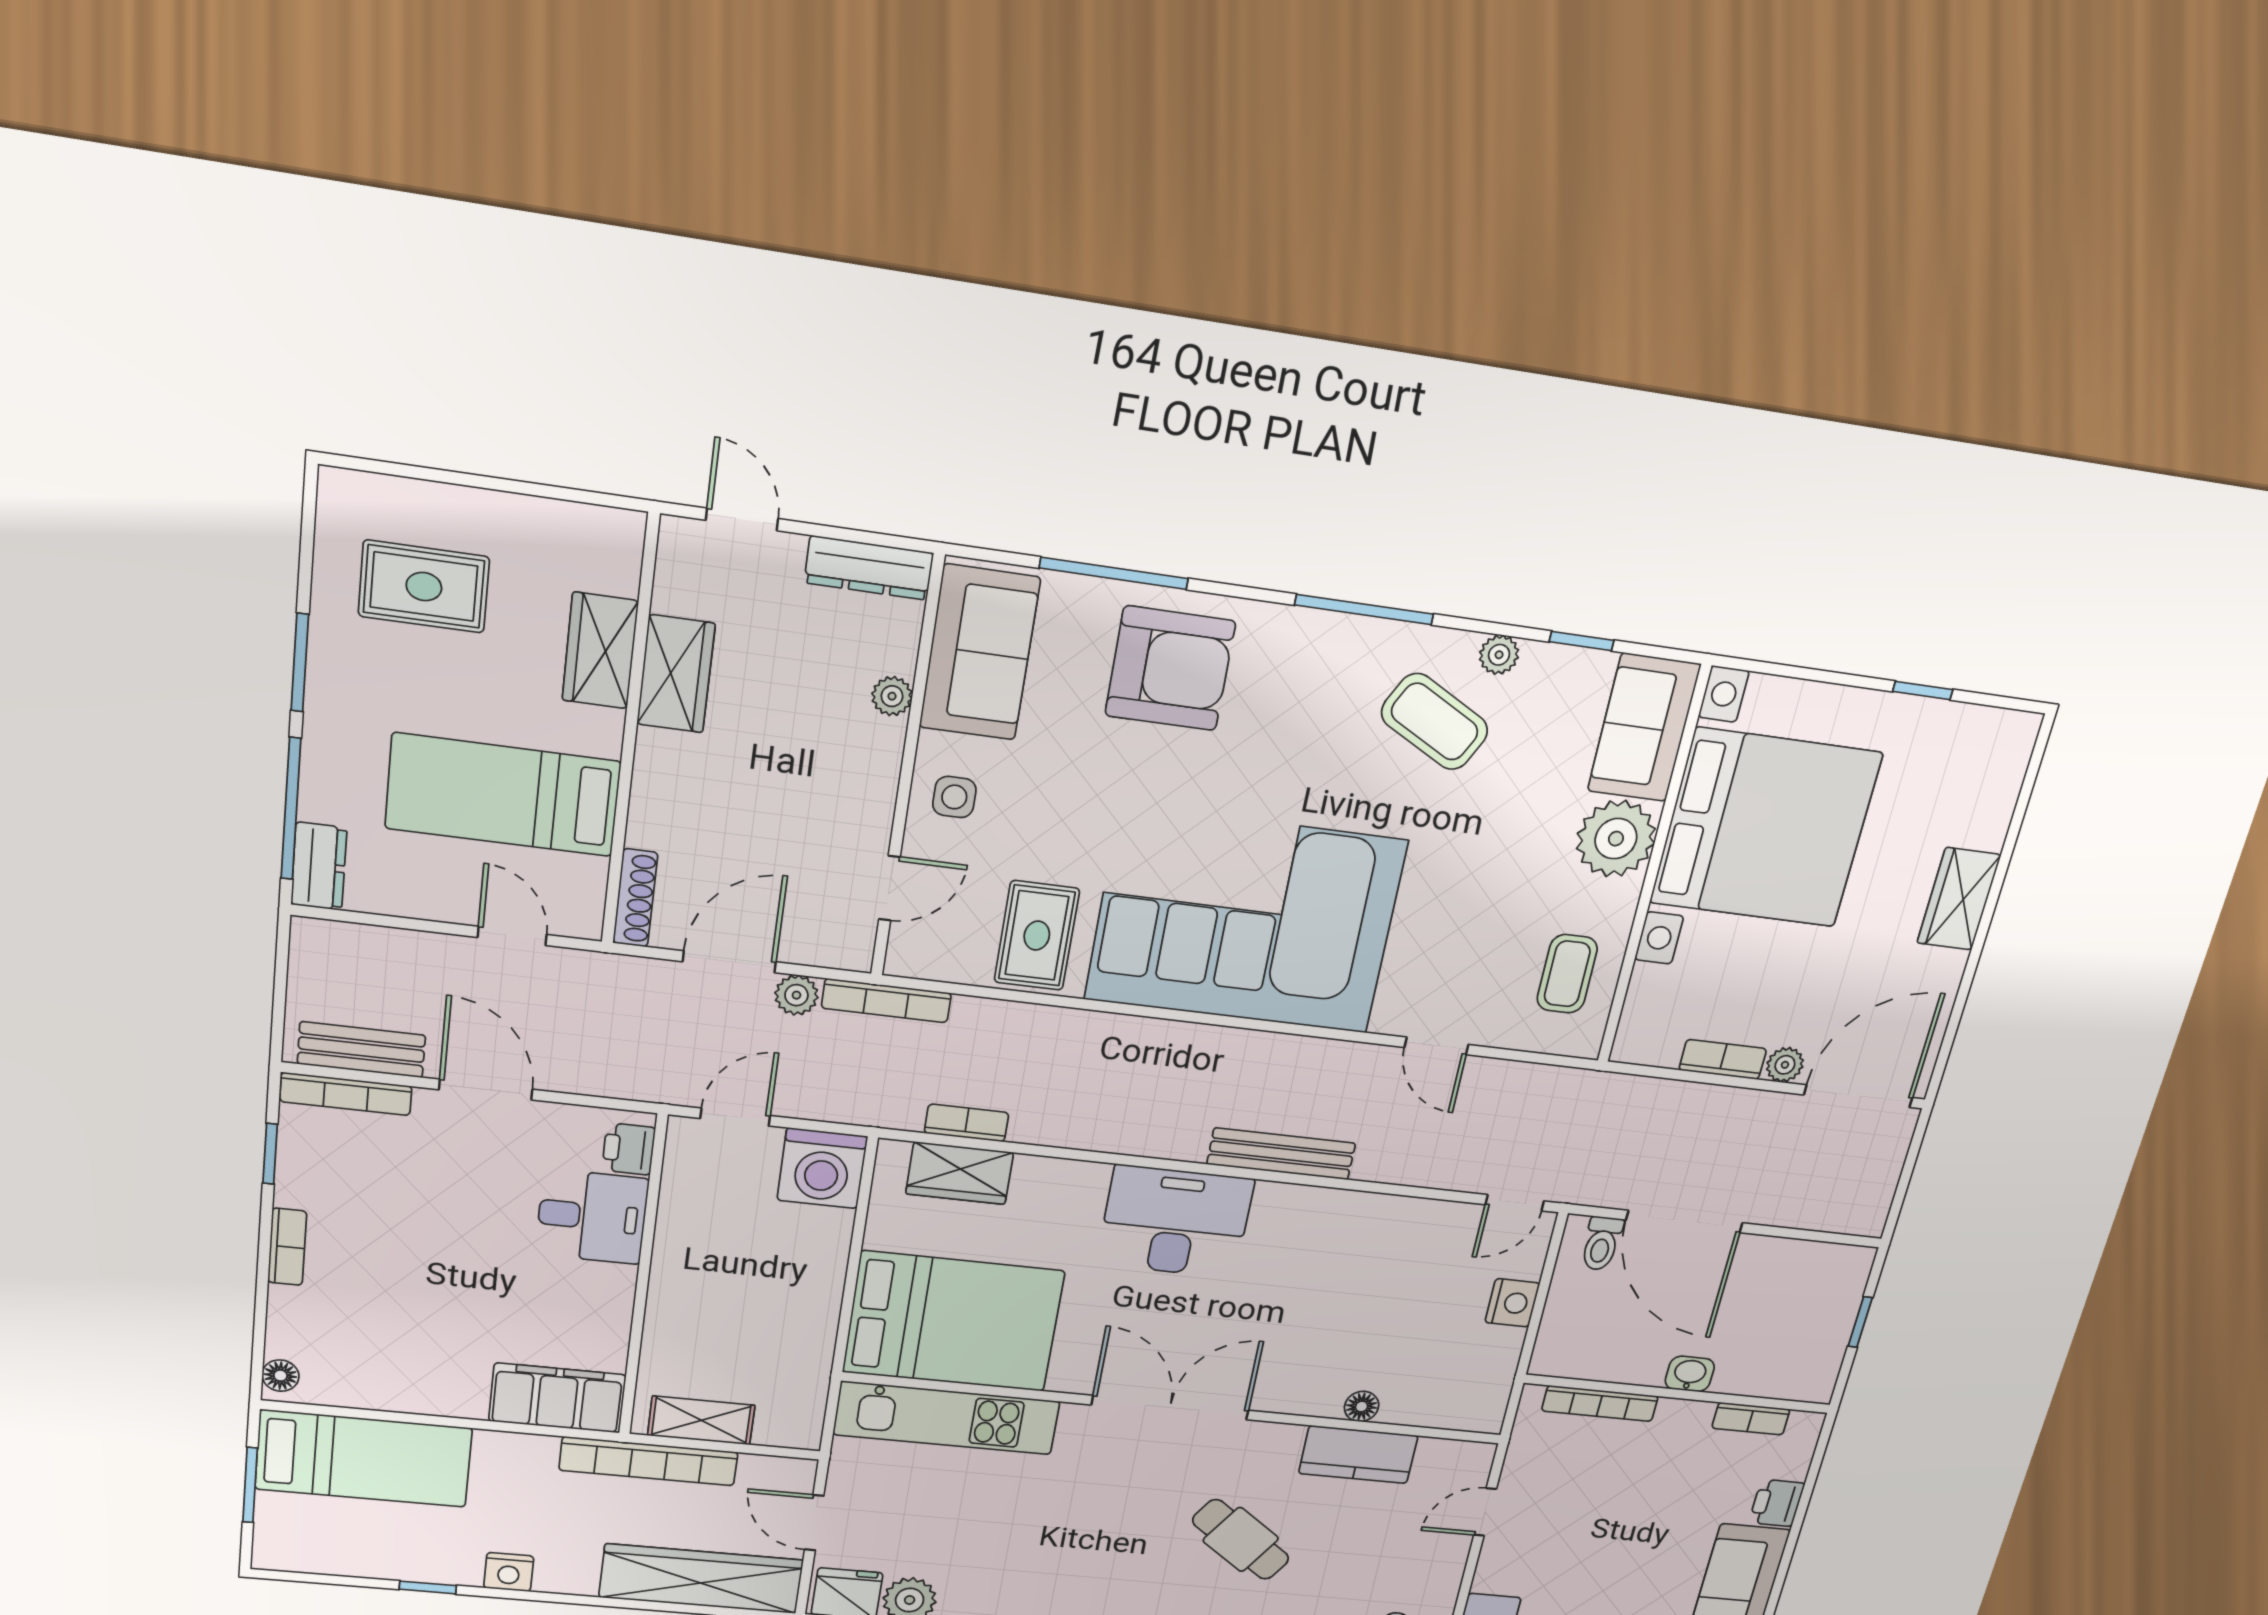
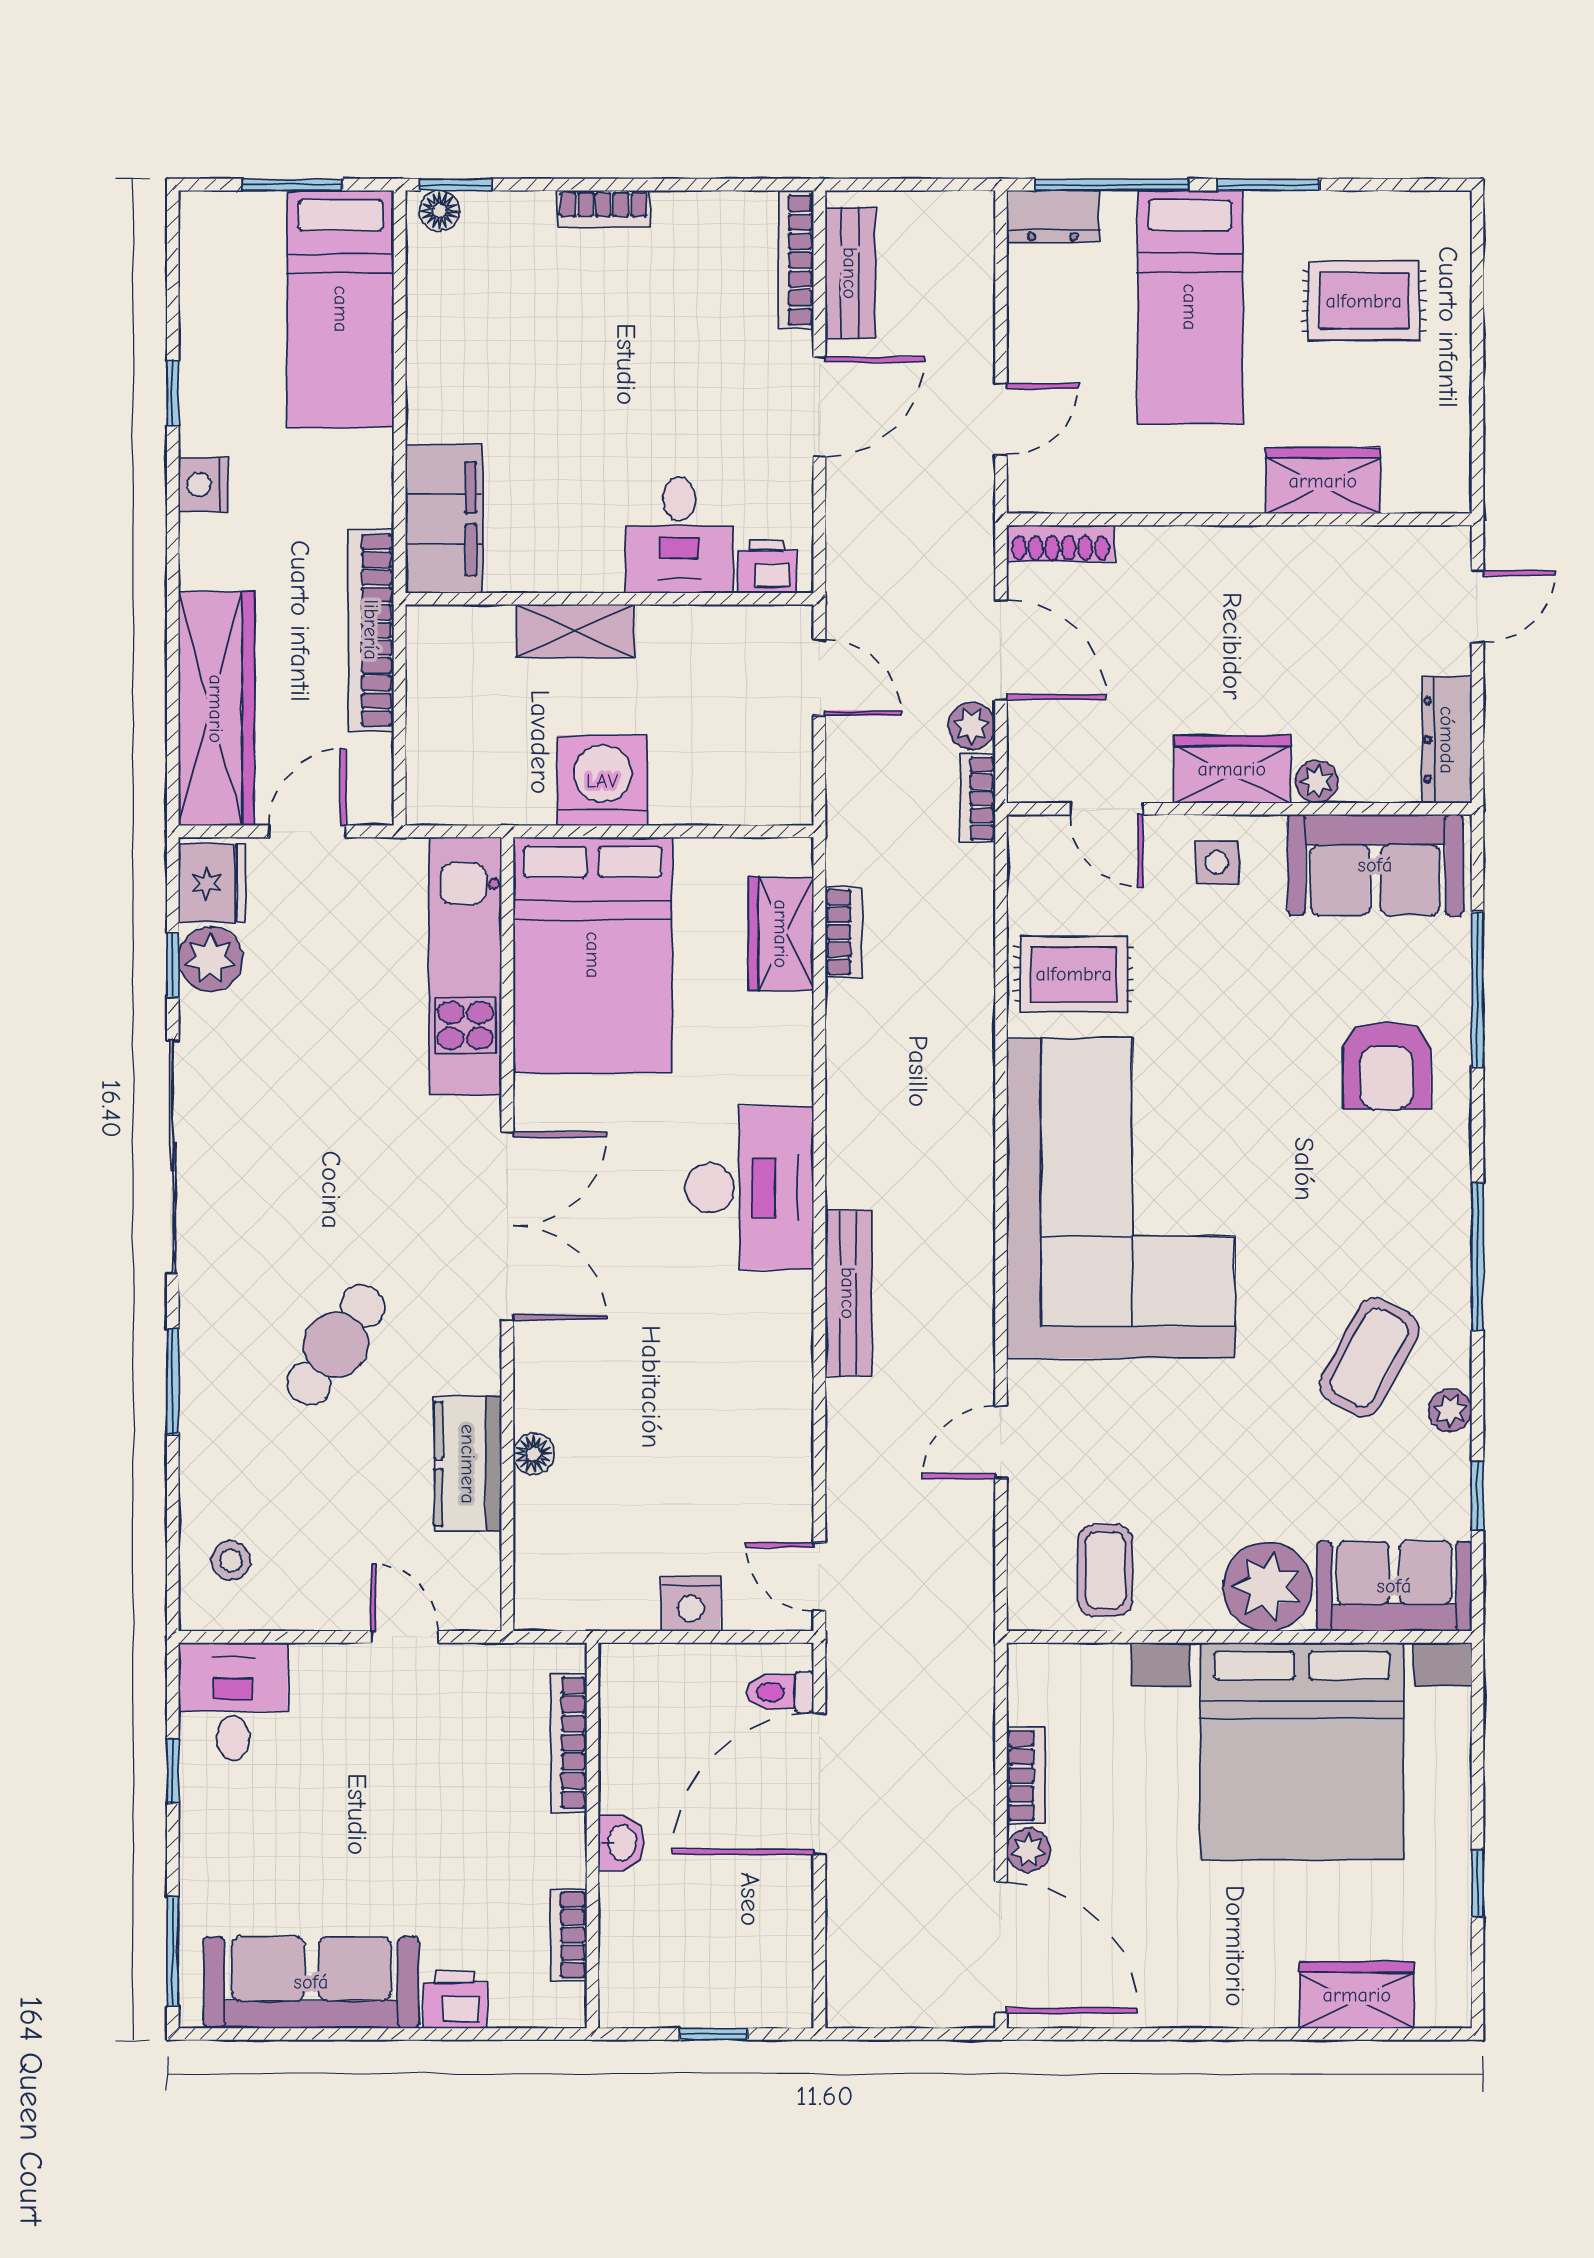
rug: (424, 587) -> (1364, 301), turned 90
armchair: (1170, 668) -> (1387, 1065), width x0.73, depth x0.73
wardrobe: (676, 674) -> (1232, 769), moved, turned 180
bed: (503, 795) -> (1190, 307), moved, turned 180
wardrobe: (1959, 899) -> (1357, 1995), moved
coffee table: (1567, 974) -> (1105, 1570), turned 90
bookcase: (886, 1001) -> (978, 798), width x0.64
window: (270, 1154) -> (456, 185), moved
washing machine: (822, 1168) -> (602, 781), moved, turned 90
shelving: (701, 1420) -> (575, 631), moved, turned 90

